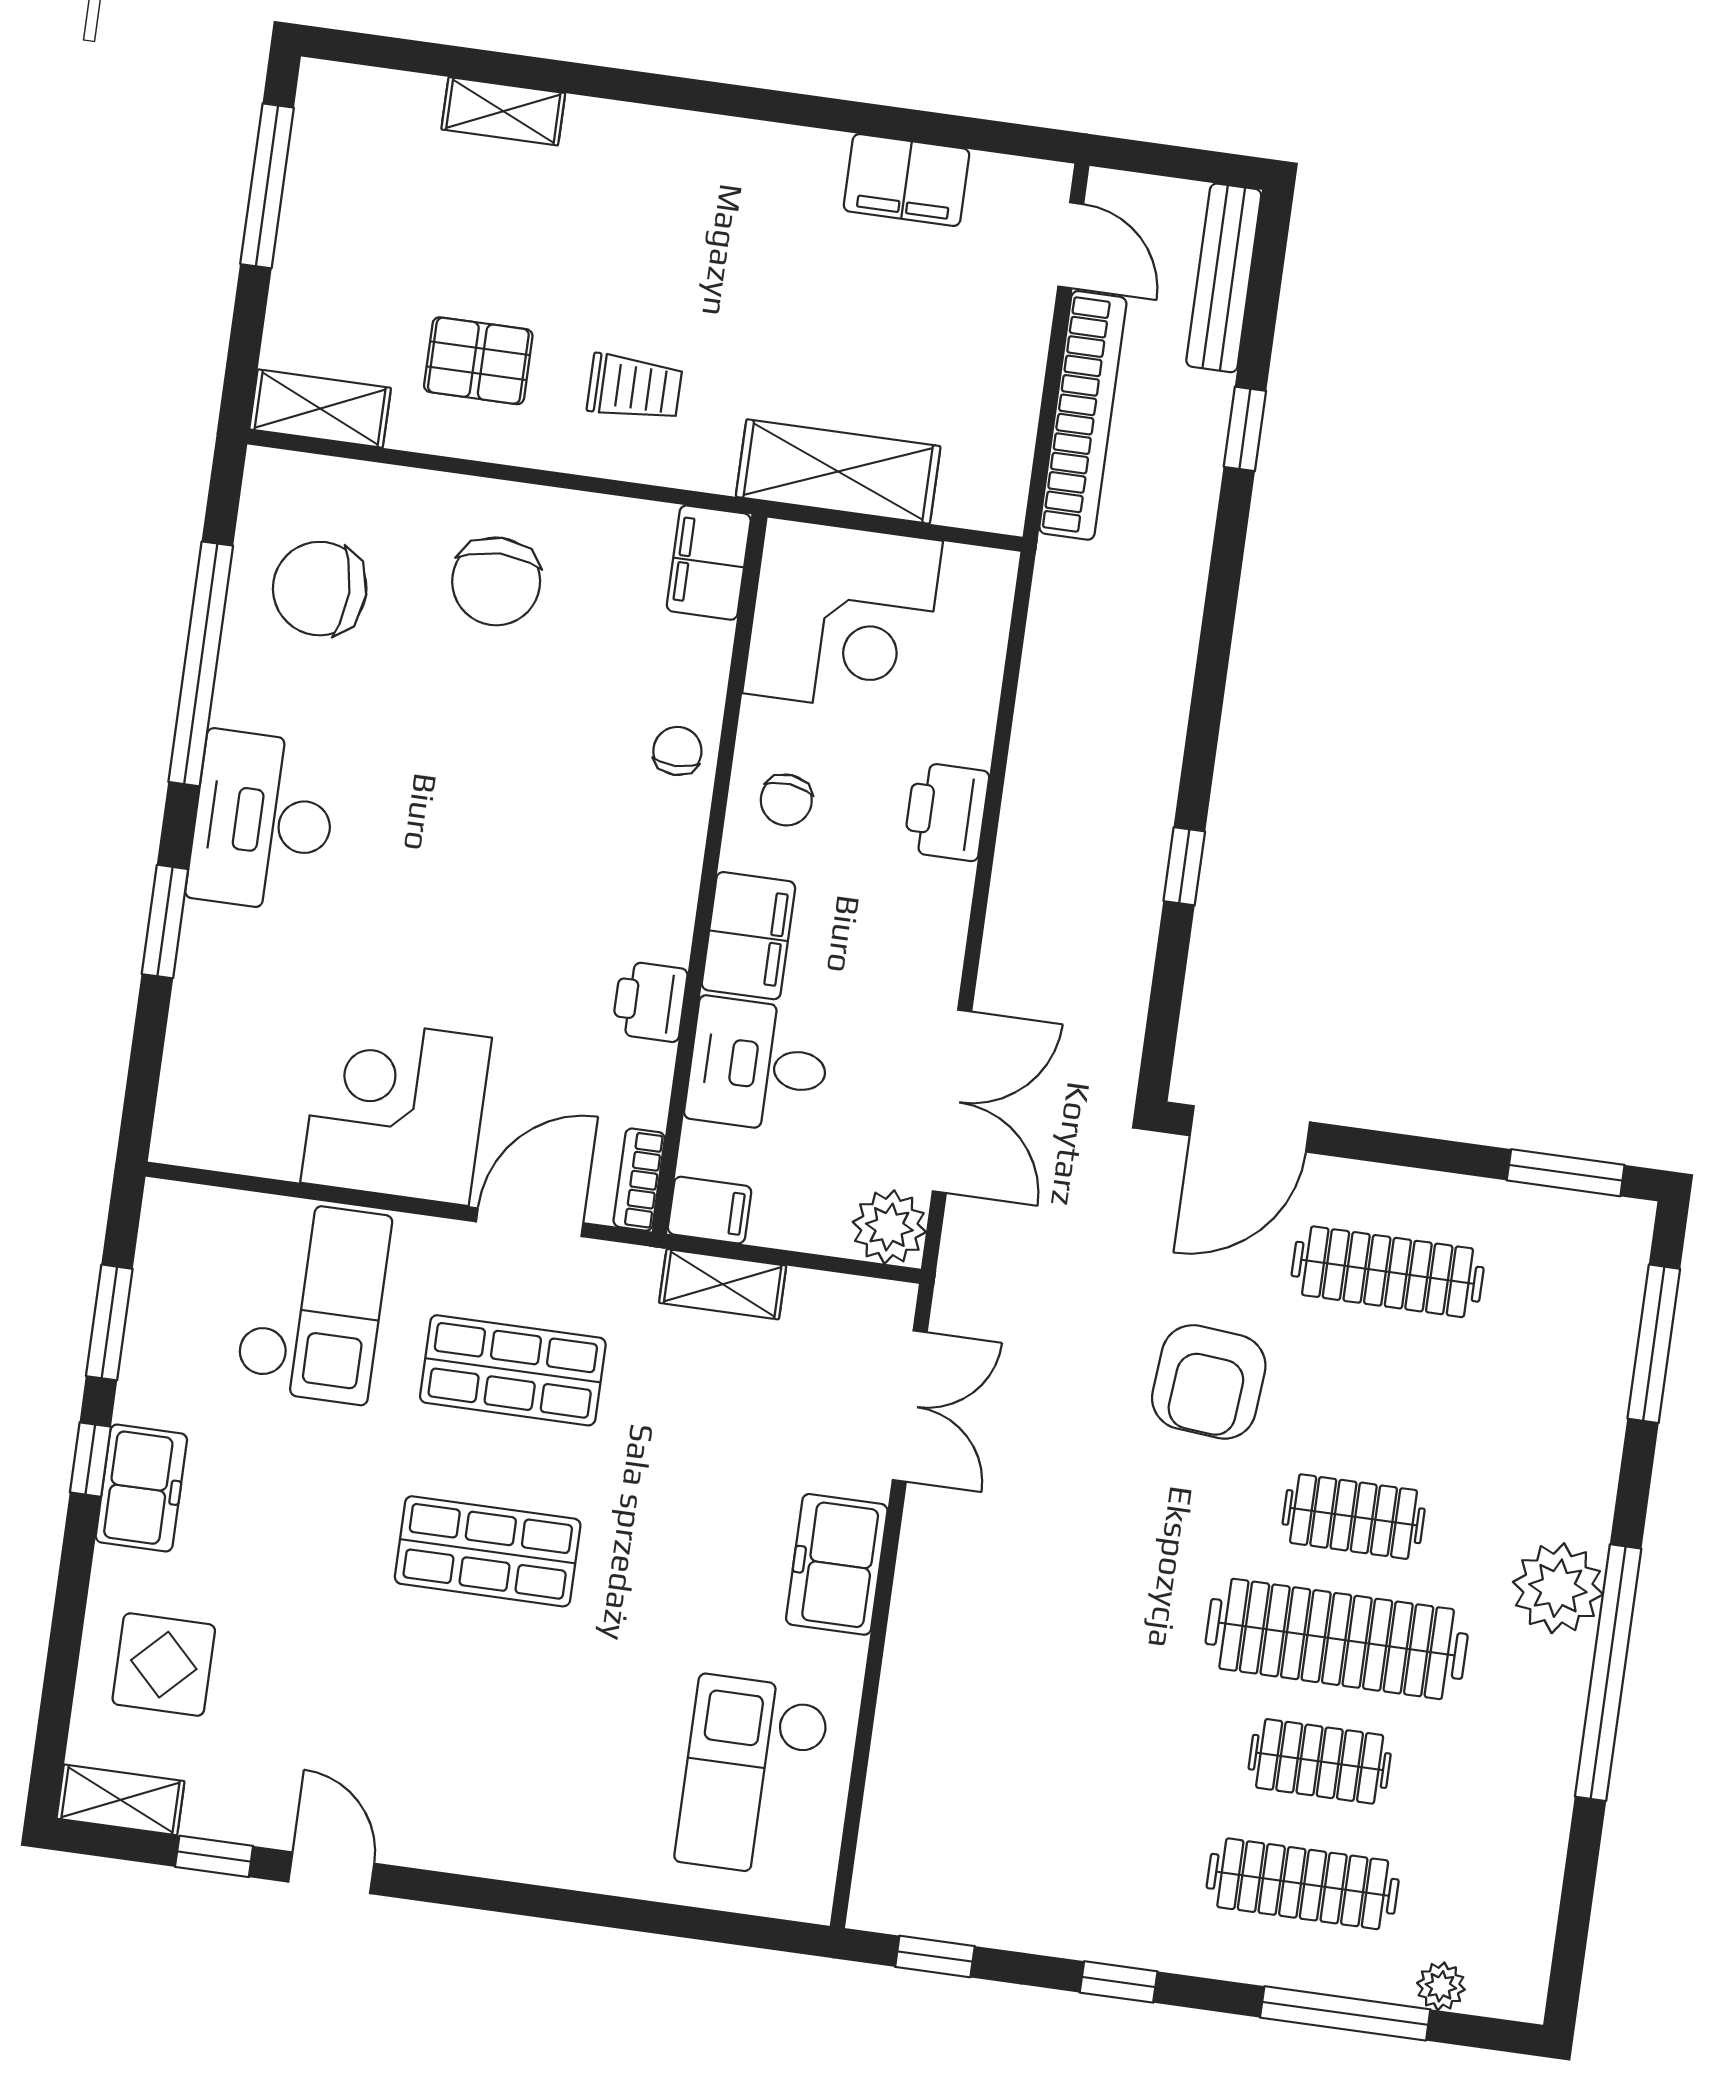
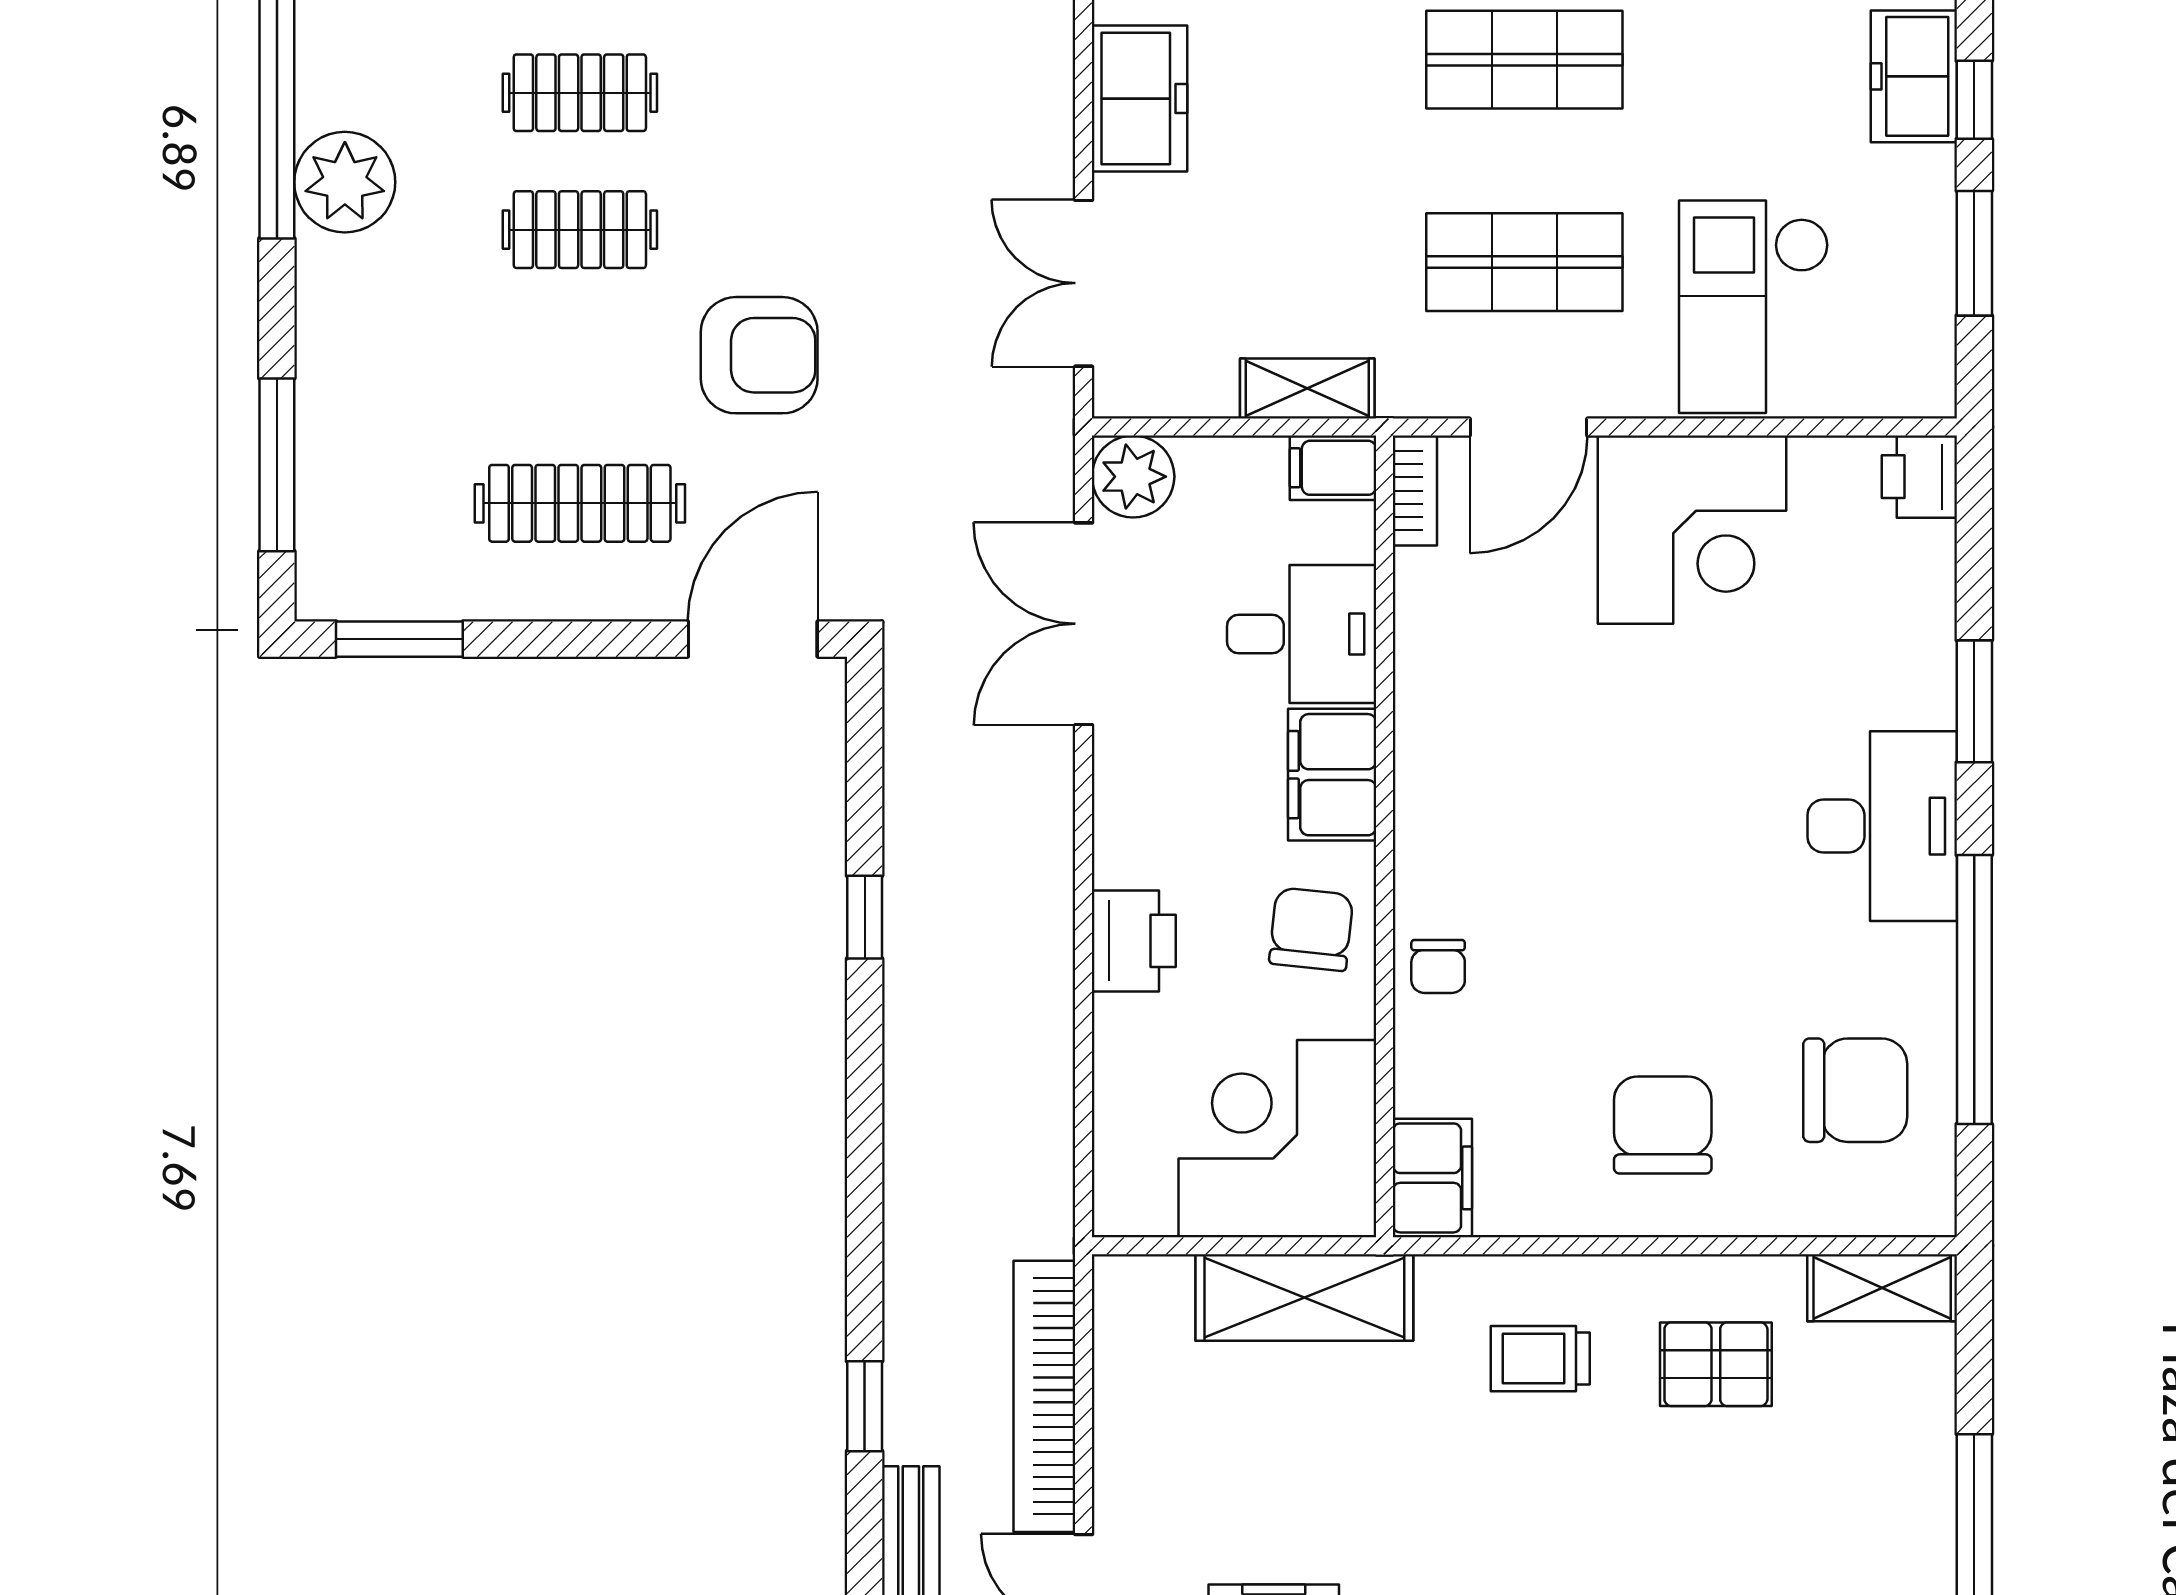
chair: (786, 800) -> (1311, 929), width x1.37, depth x1.37
printer: (650, 1001) -> (1919, 477), moved, turned 180
armchair: (1209, 1382) -> (759, 355), turned 85
clothes rail: (1337, 1639) -> (580, 93), width x0.54, depth x0.76

